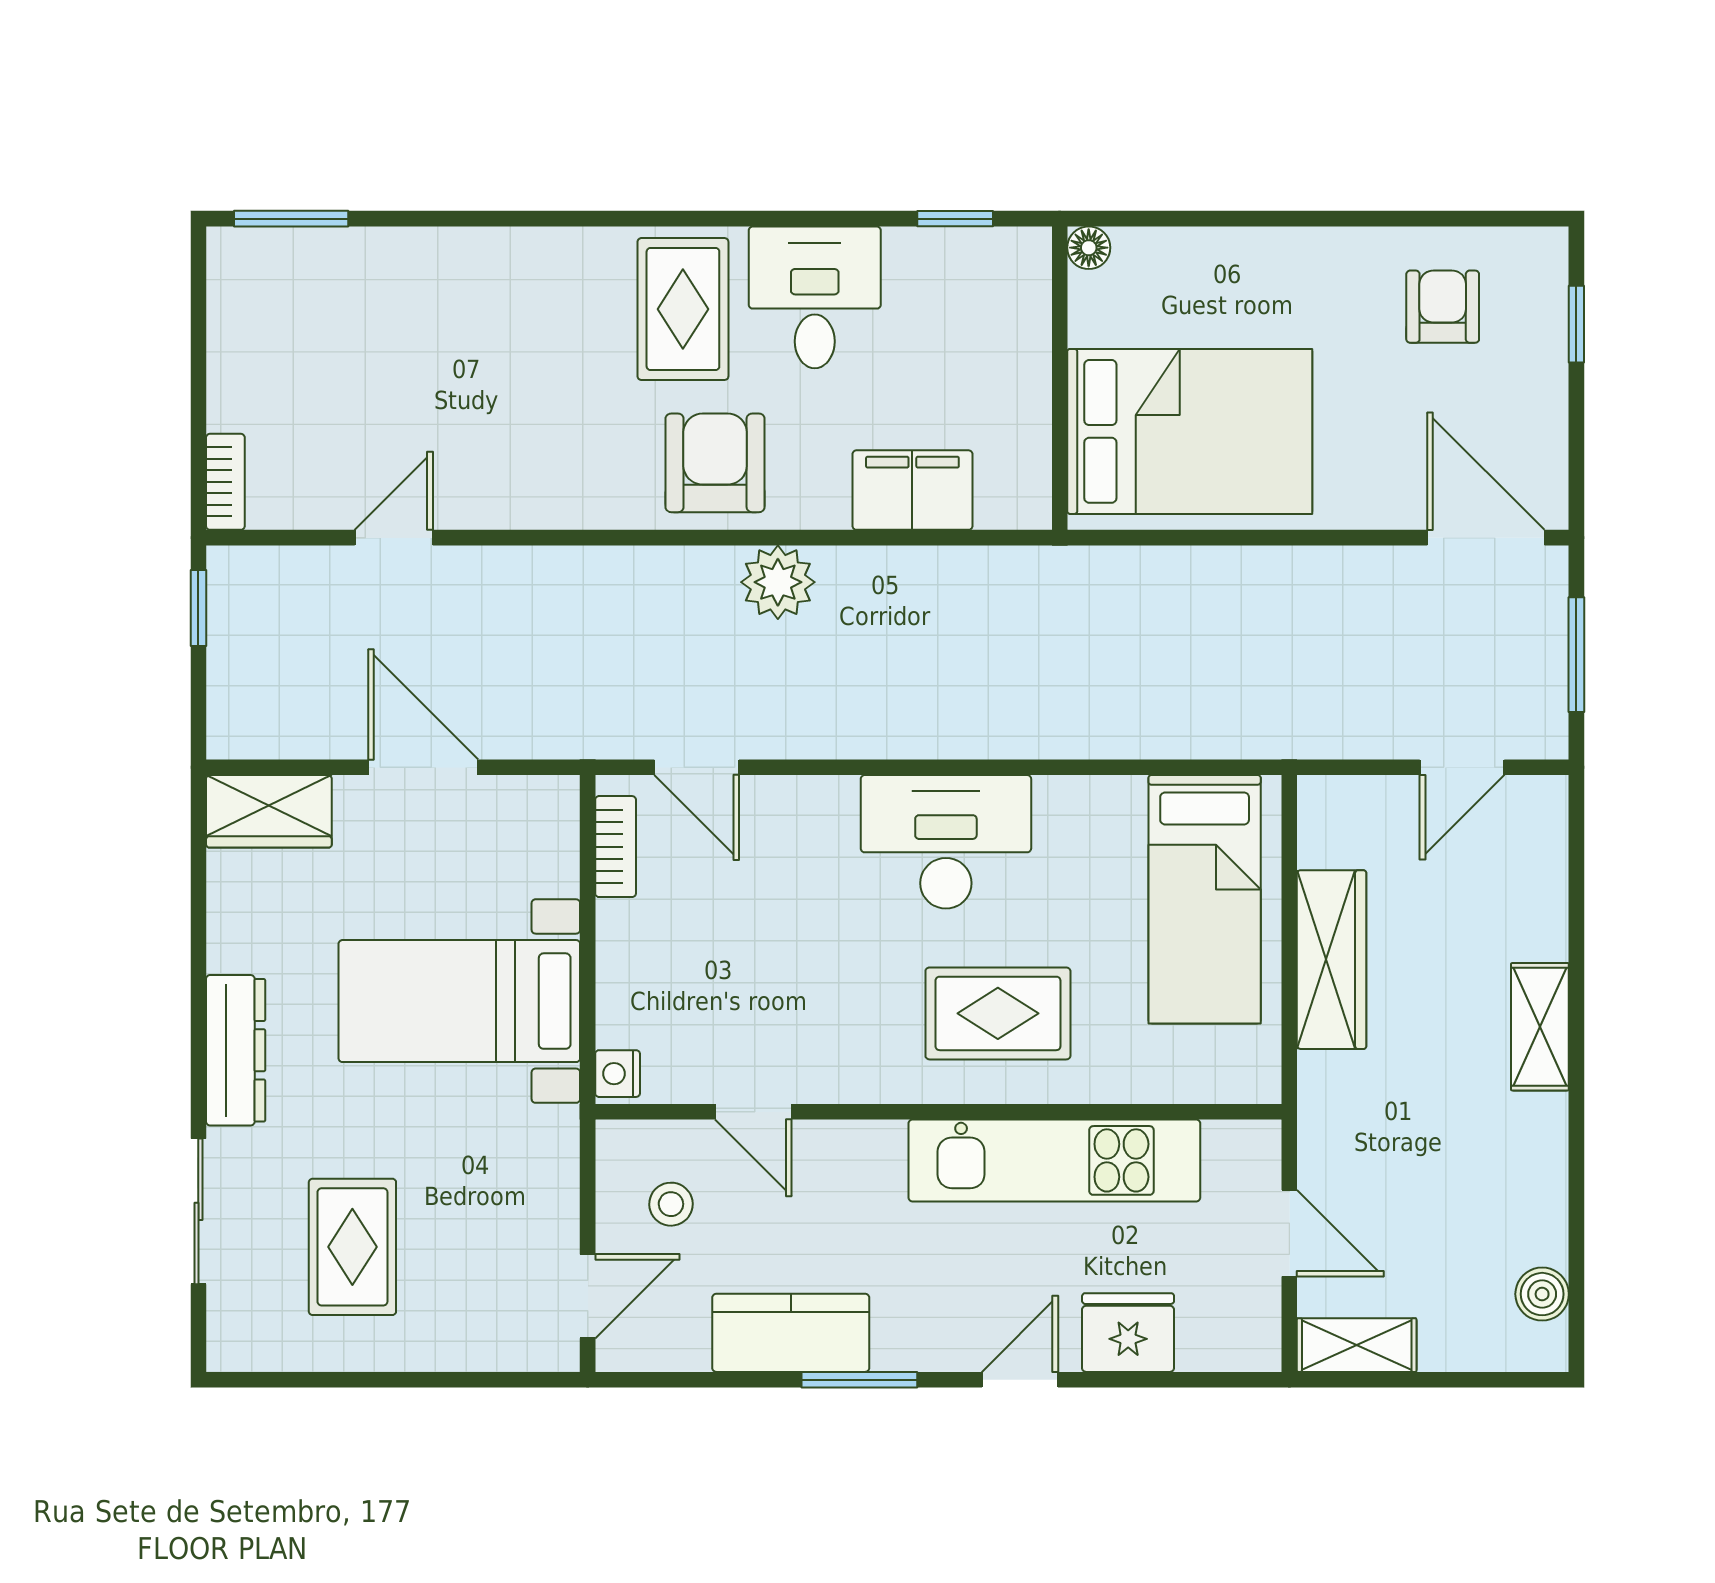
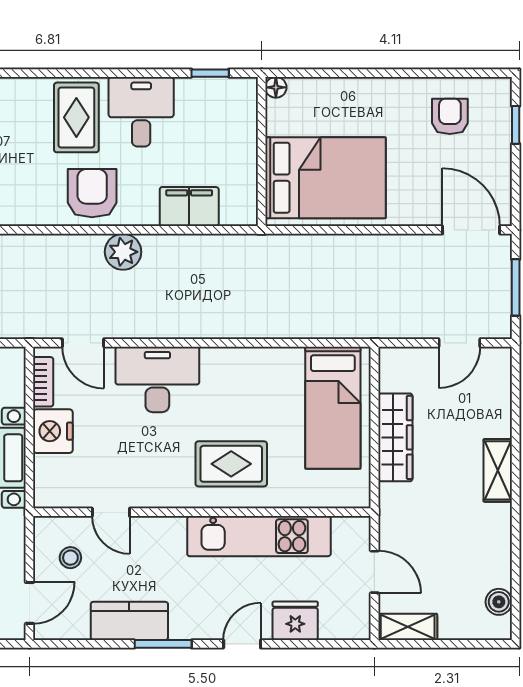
desk: (946, 842) -> (157, 379), moved
nightstand: (618, 1074) -> (53, 431), moved, width x1.89, depth x1.79

